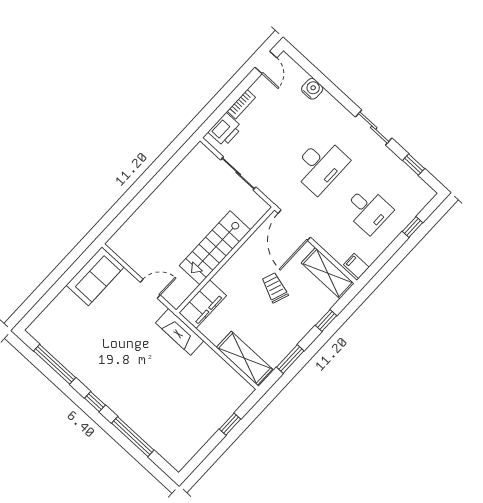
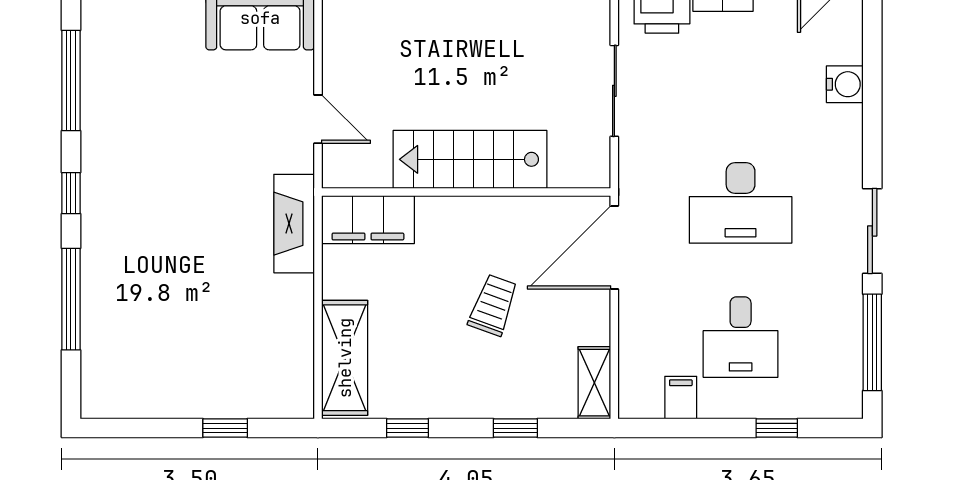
window: (414, 164) -> (872, 342), width x2.17
filing cabinet: (356, 266) -> (681, 398), moved
shelving: (328, 273) -> (594, 383), width x0.67, depth x0.75
window: (290, 359) -> (407, 428), width x0.67

